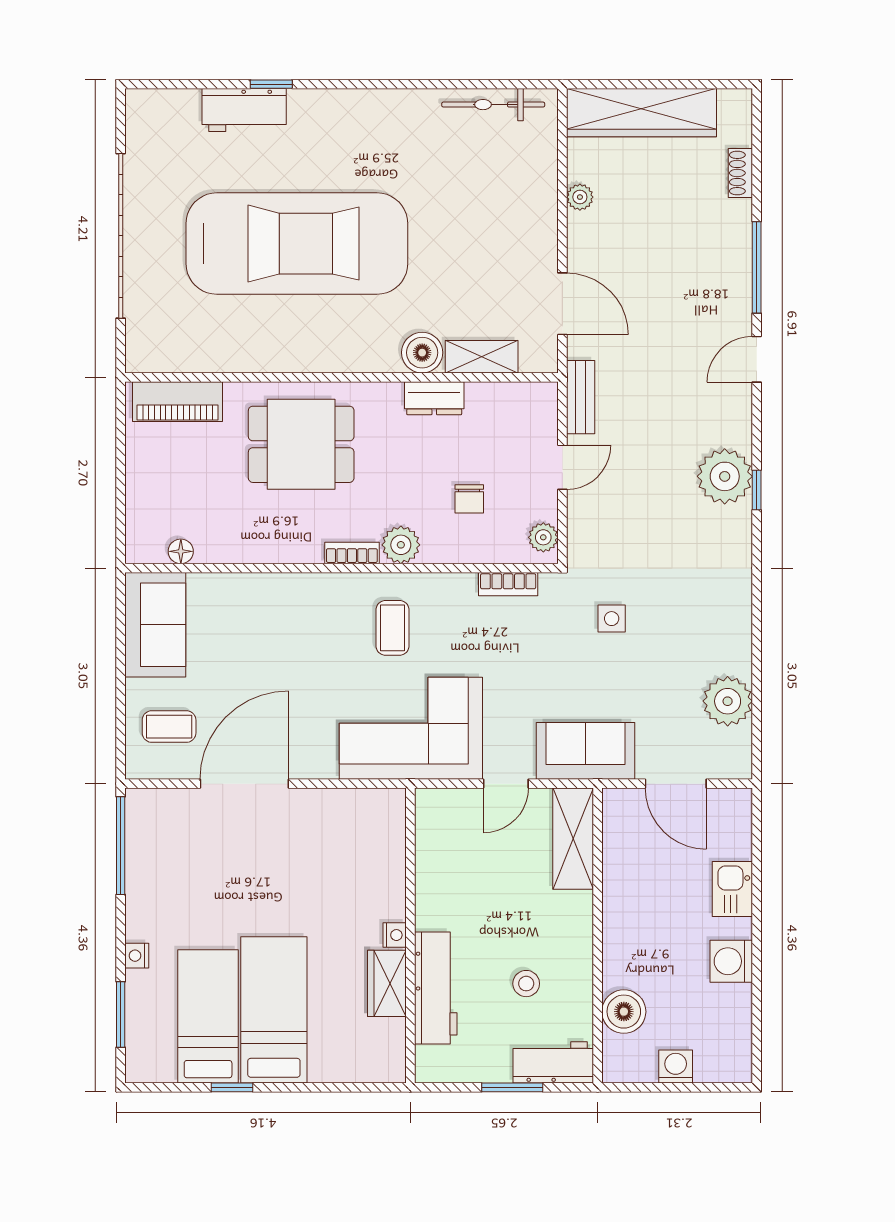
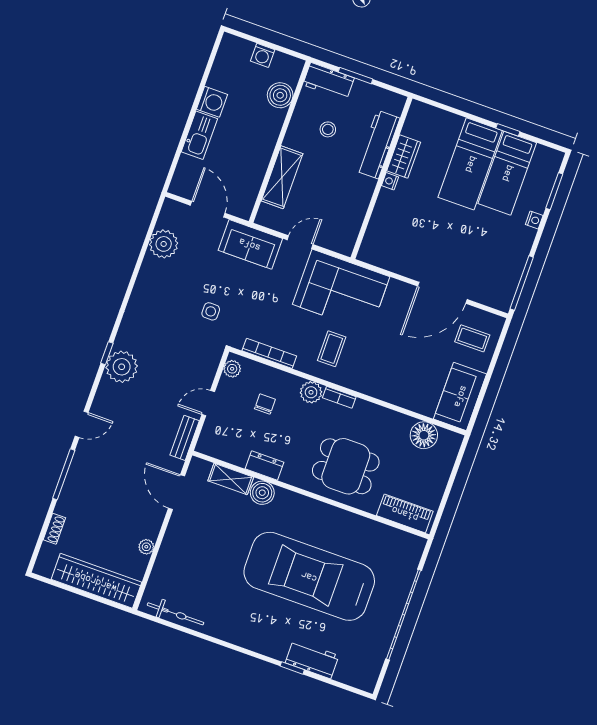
floor lamp: (181, 551) -> (424, 435), width x1.89, depth x1.89
bookcase: (508, 584) -> (269, 353), width x1.56
shelving: (573, 839) -> (282, 177), moved
kitchen sink: (732, 889) -> (199, 135), width x1.38

